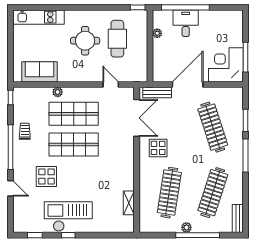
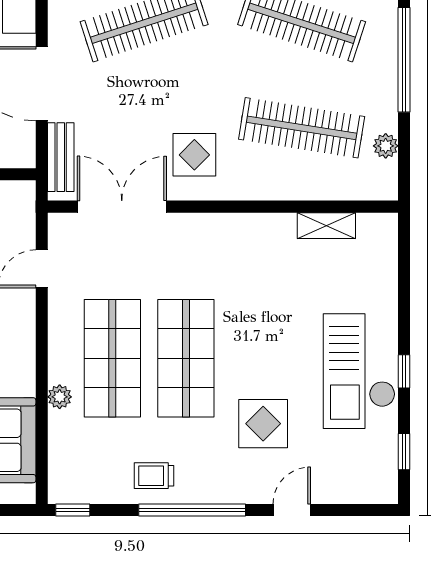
plant: (186, 227) -> (386, 146), moved

